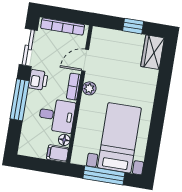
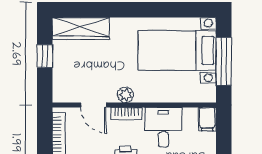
wardrobe: (153, 52) -> (81, 28), width x1.50
floor lamp: (64, 140) -> (190, 114), removed

